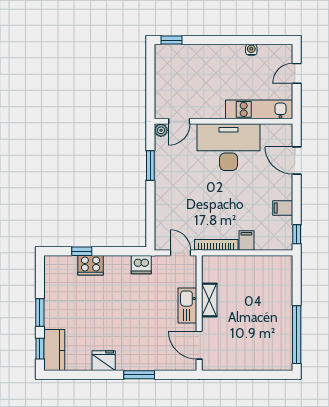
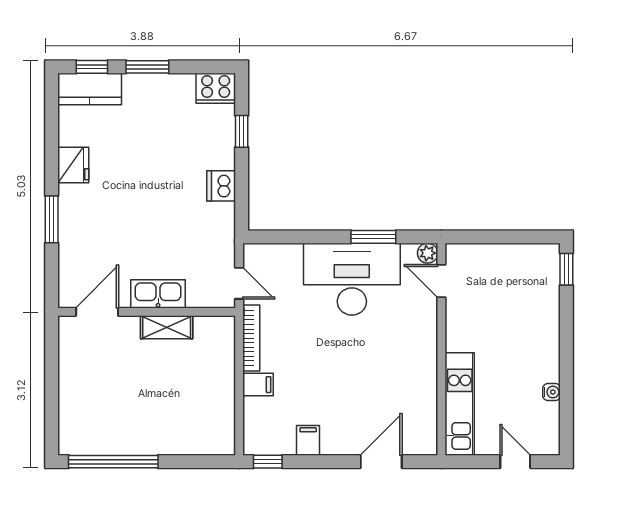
desk: (229, 147) -> (352, 279), moved, turned -90
door: (181, 253) -> (239, 283), hinge flipped
cooker: (91, 265) -> (216, 88), moved, turned -90
dishwasher: (141, 265) -> (221, 186), moved

